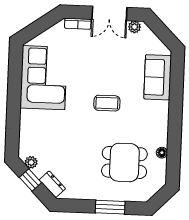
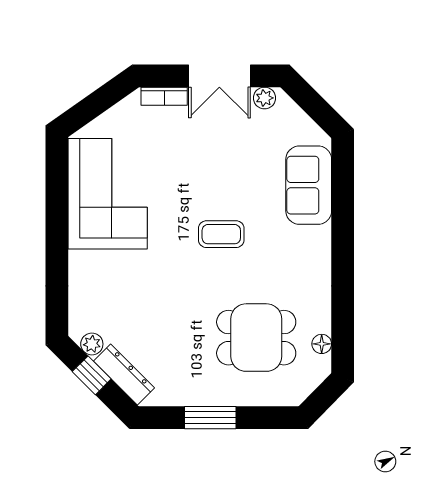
floor lamp: (162, 153) -> (322, 344), moved
dresser: (52, 184) -> (124, 375), width x1.44
window: (110, 207) -> (210, 418), moved

